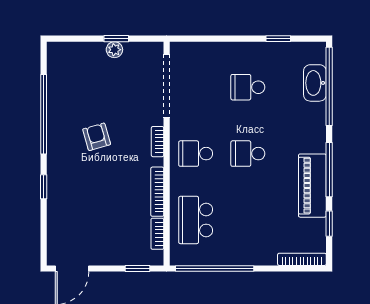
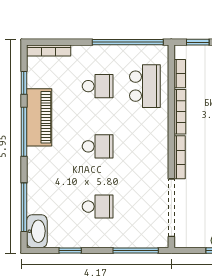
window: (206, 39) -> (136, 251), added
washbasin: (315, 83) -> (37, 231), moved
window: (329, 86) -> (24, 207), width x0.68
bookcase: (158, 142) -> (180, 157), width x1.56
school desk: (196, 154) -> (98, 86), moved

